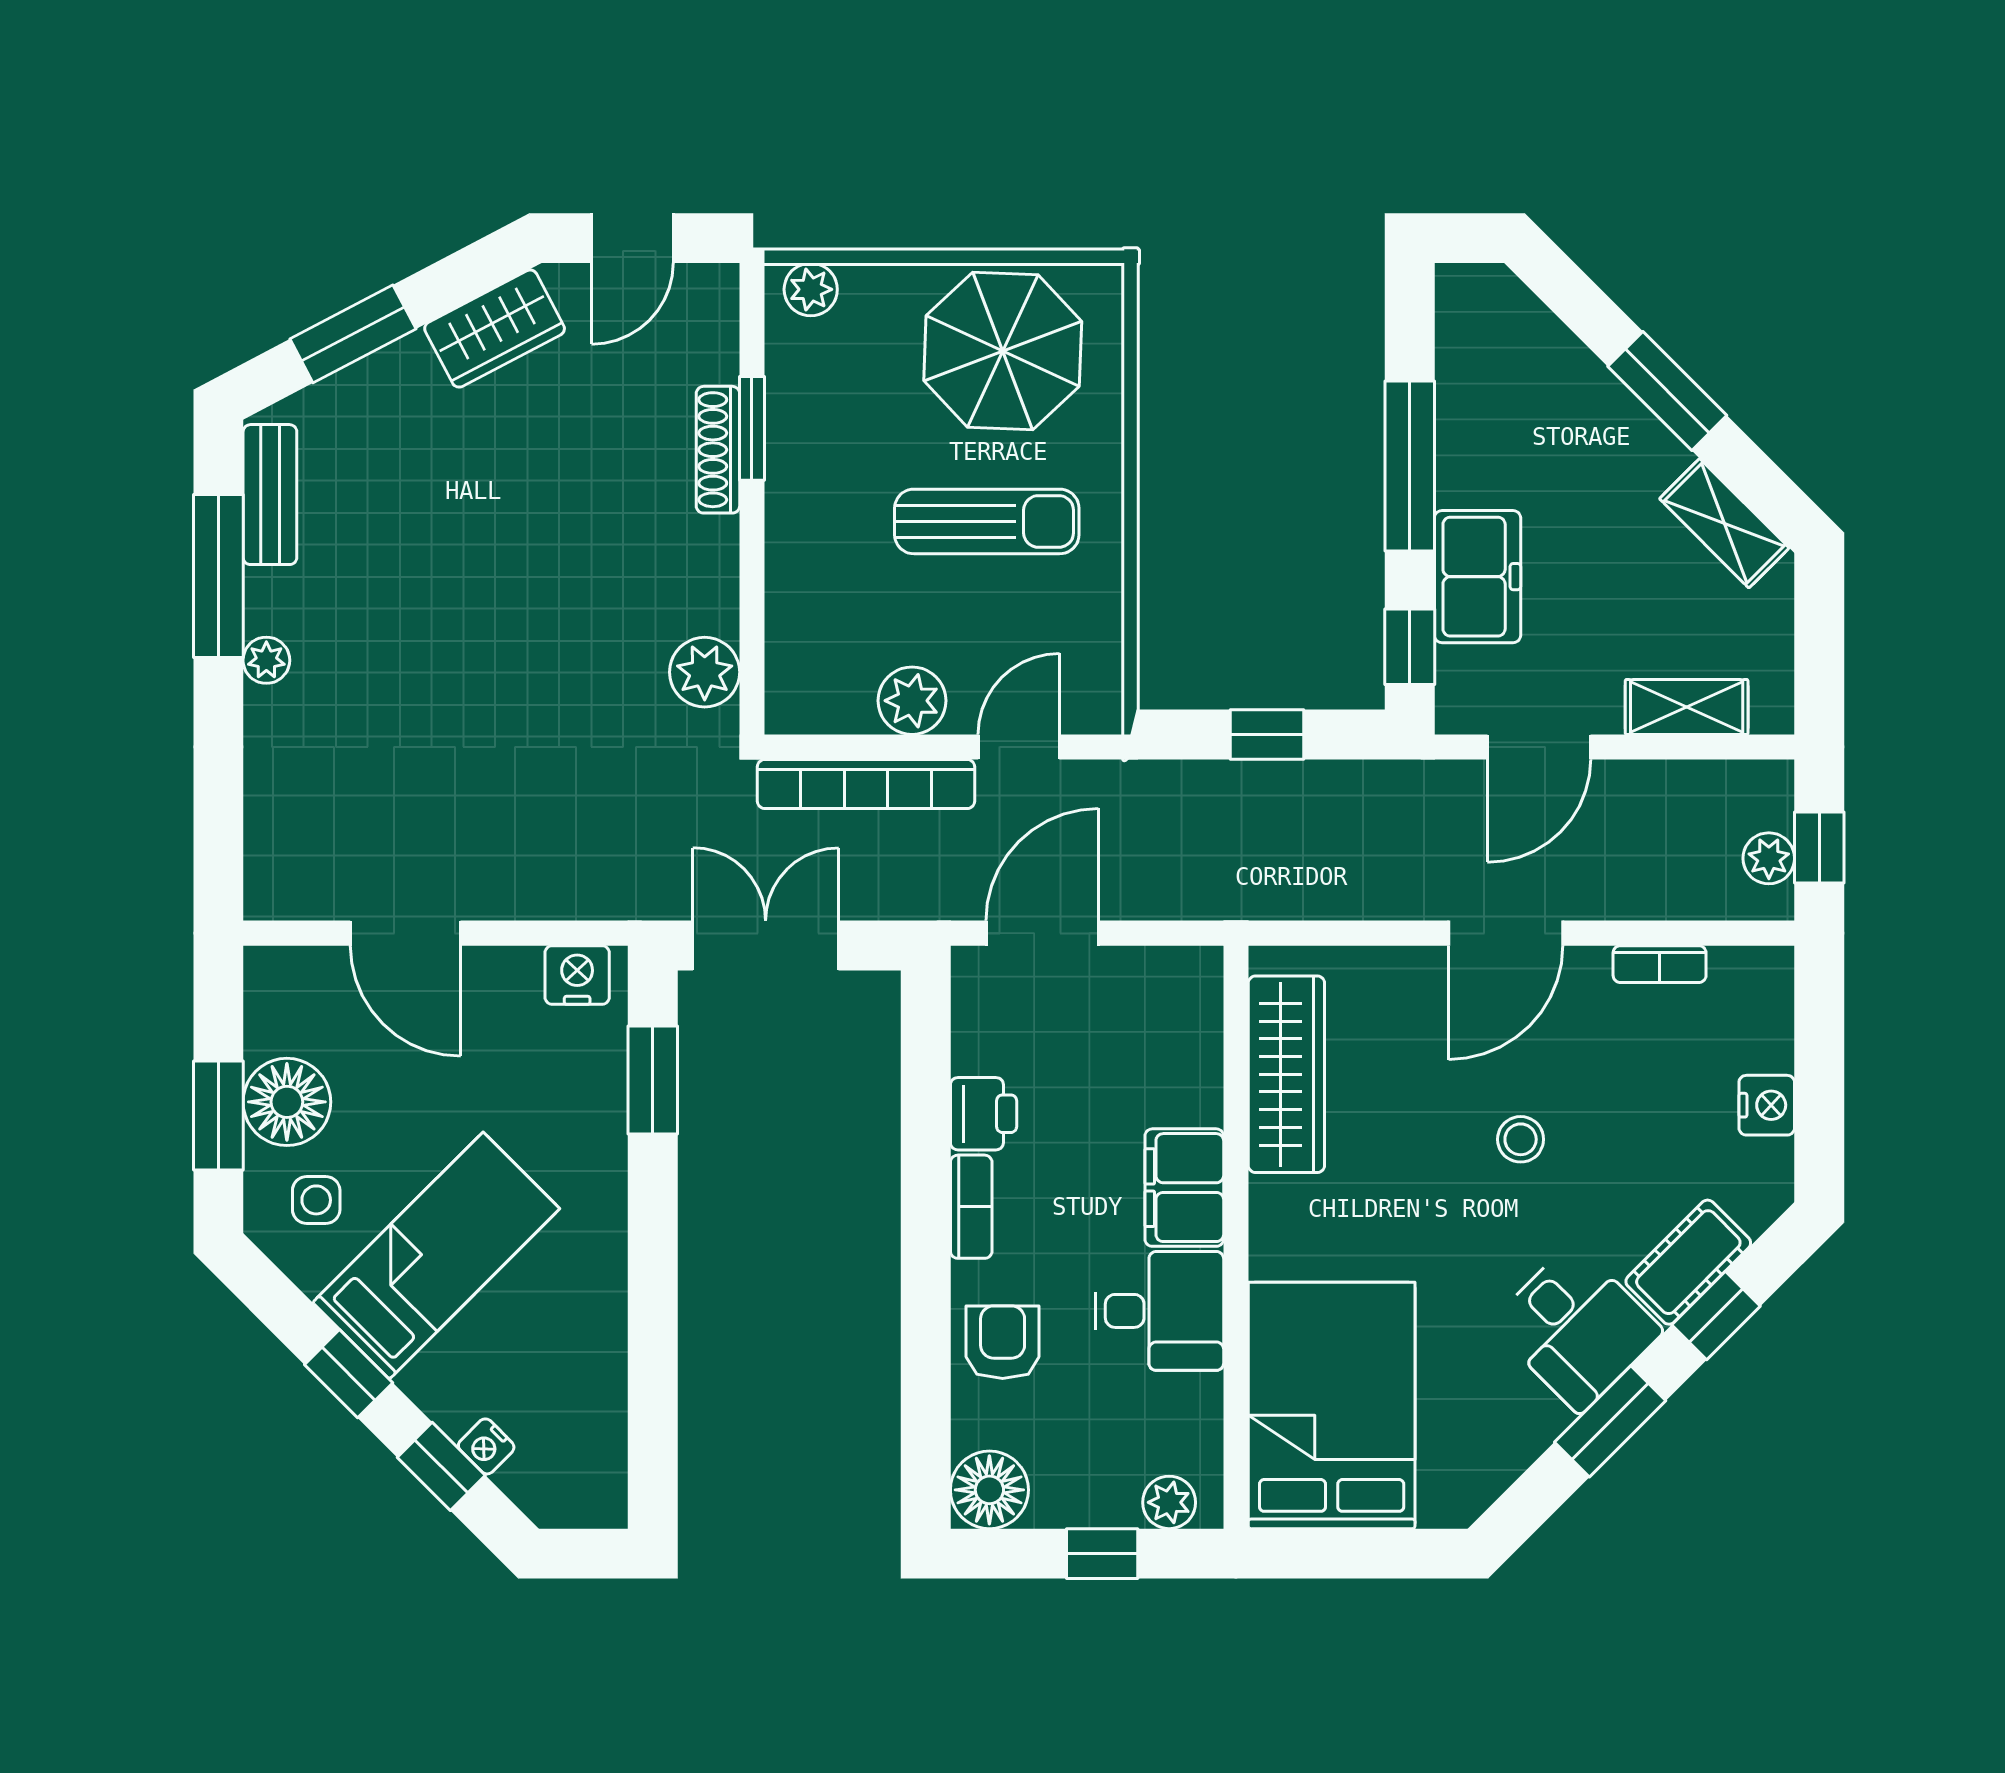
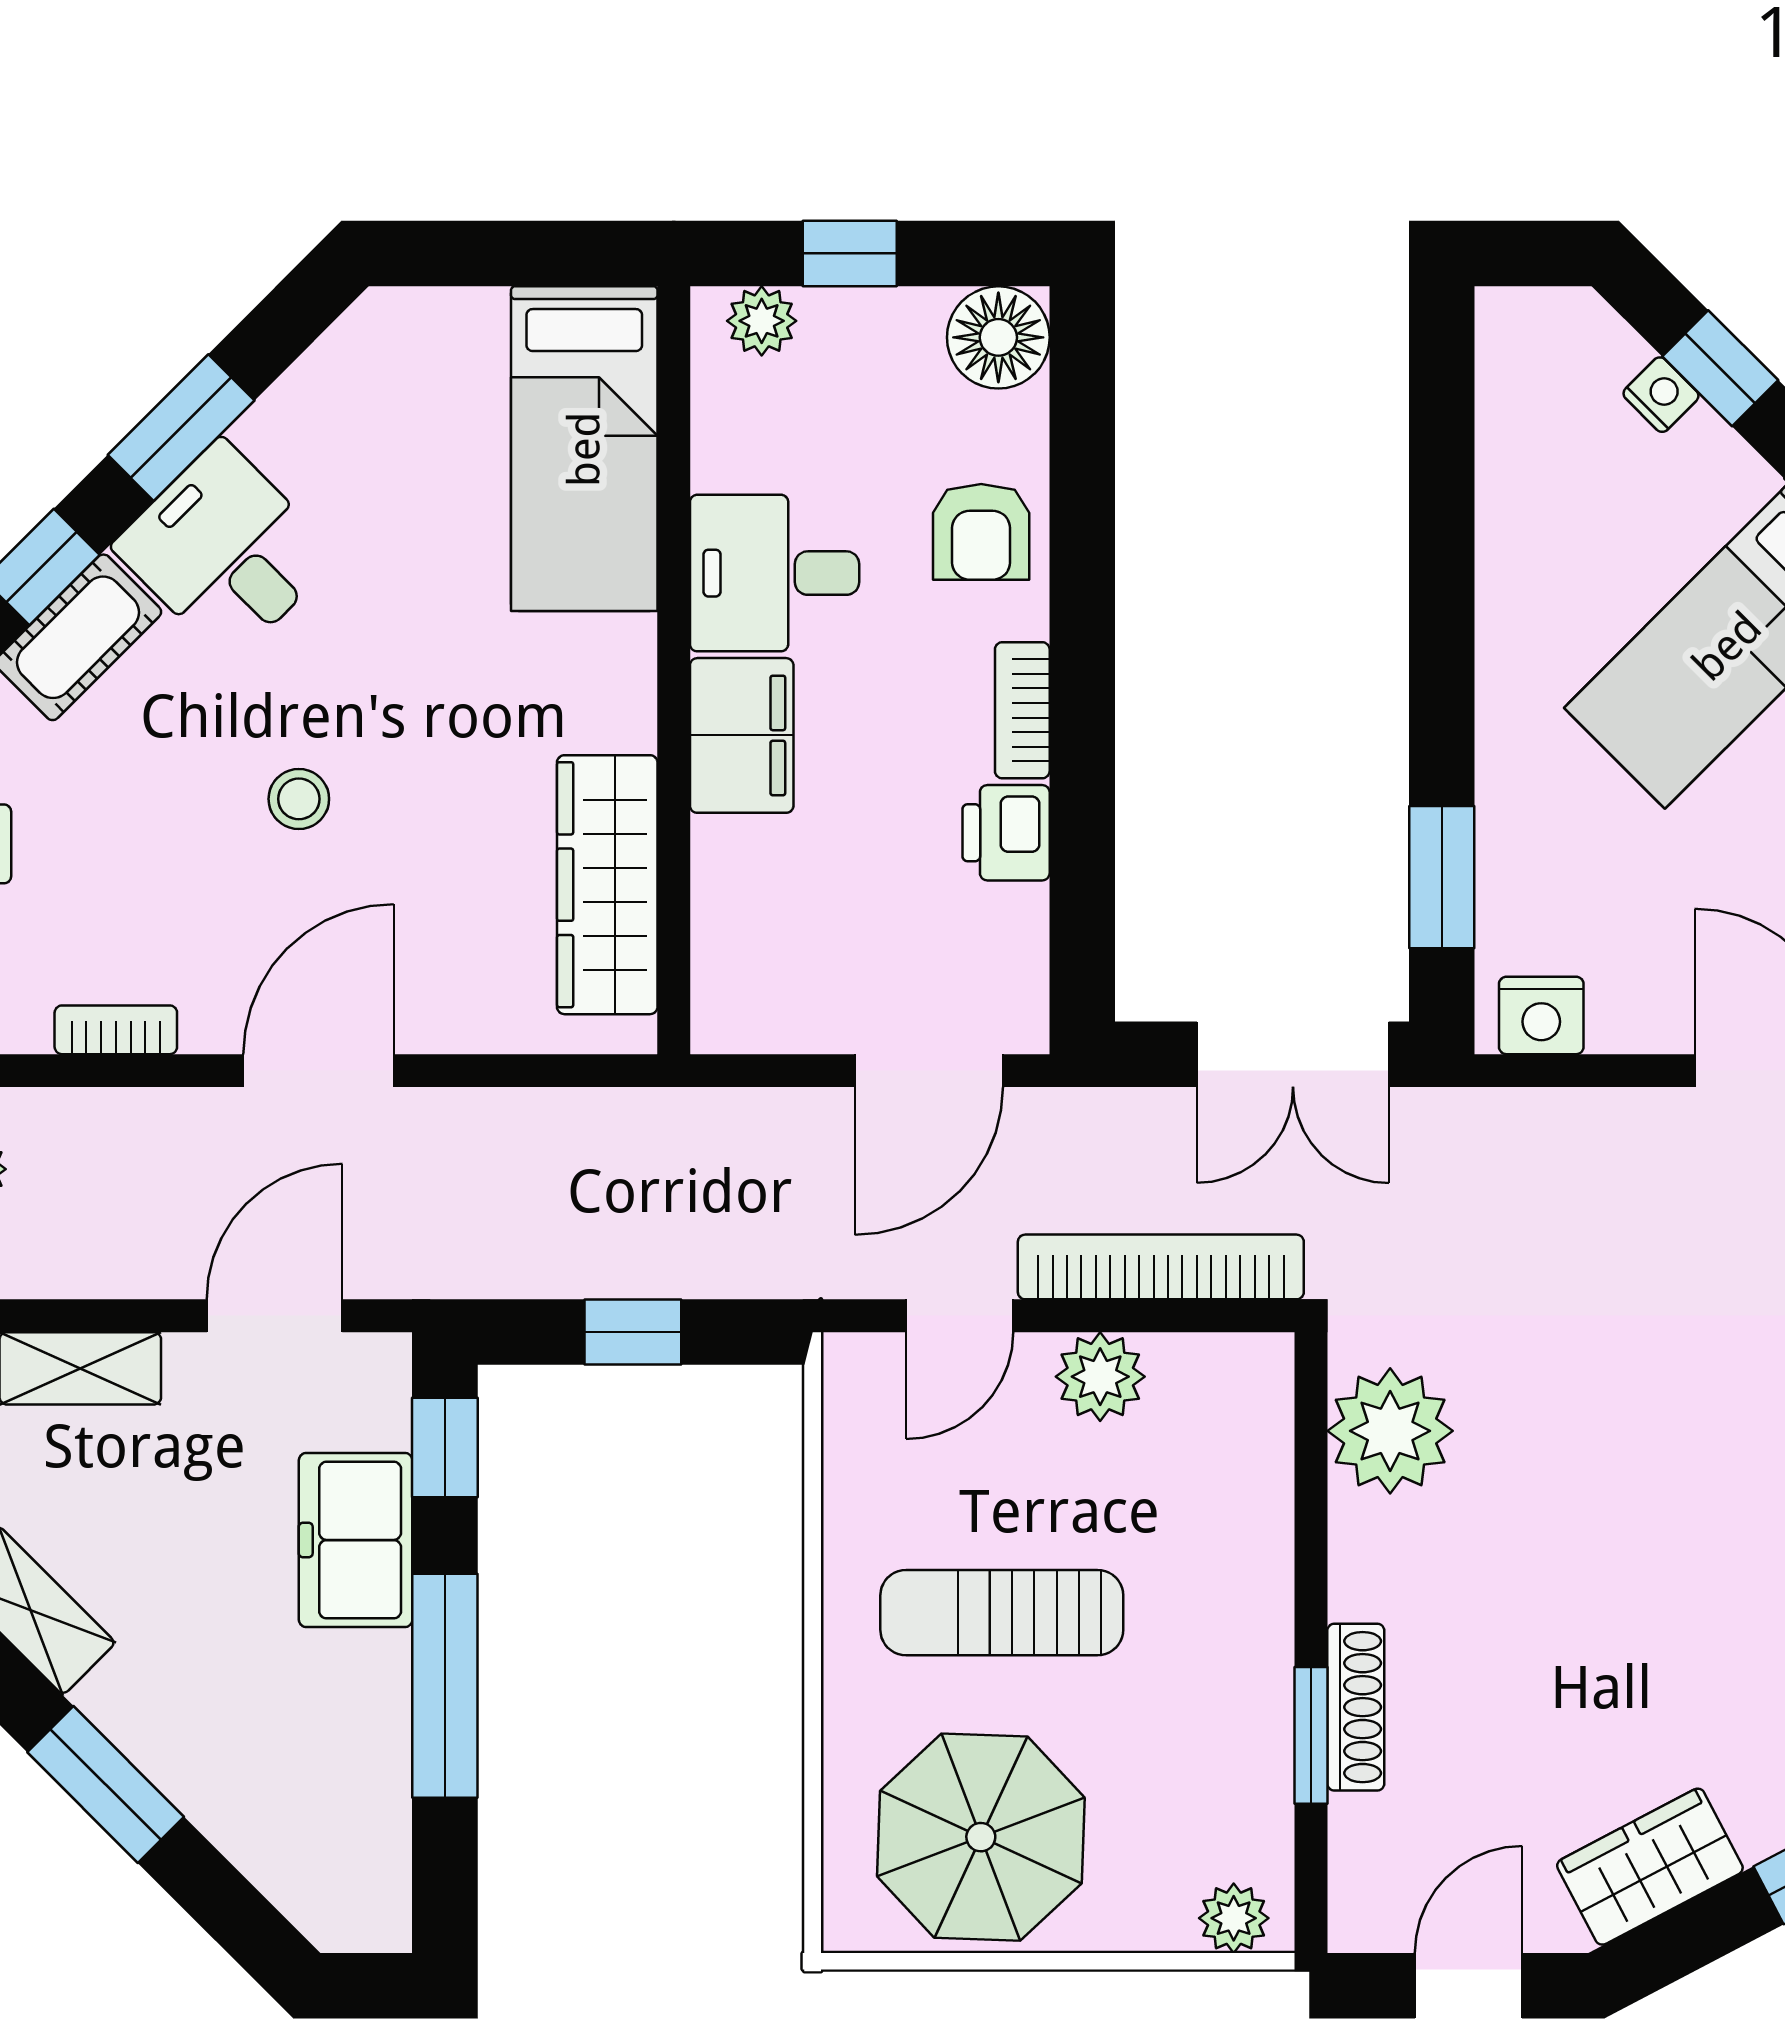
plant: (705, 672) -> (1390, 1431), width x1.36, depth x1.36
bed: (1332, 1405) -> (584, 449), width x0.67

